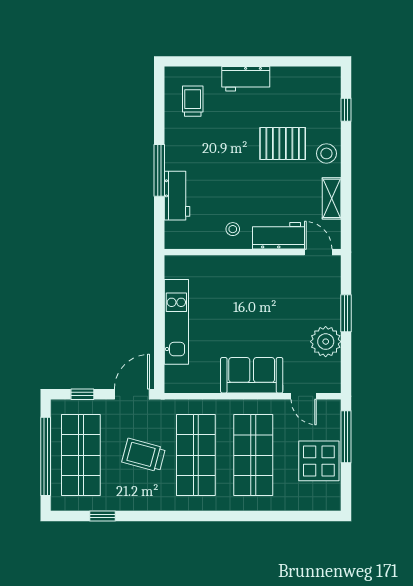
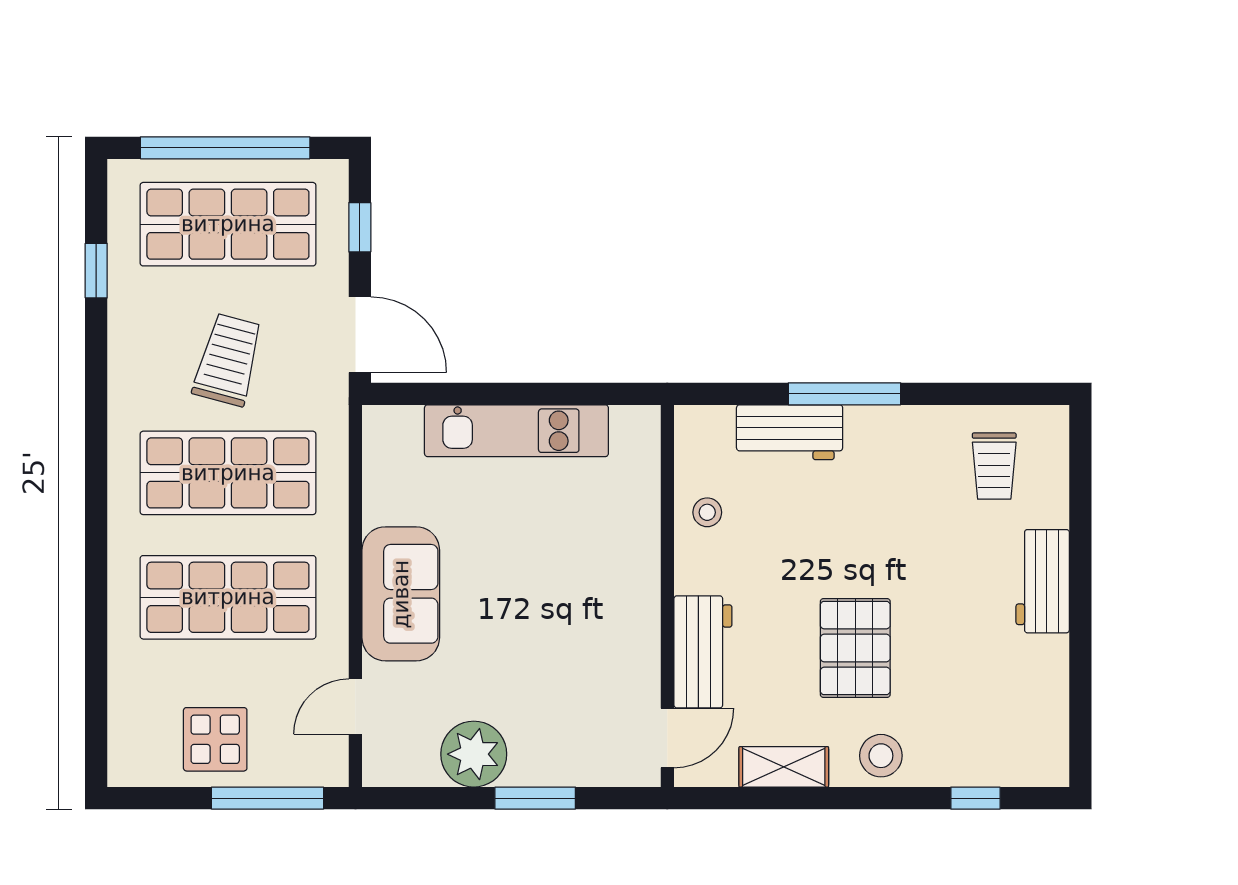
trolley: (193, 101) -> (994, 466), turned 90
pallet: (283, 143) -> (855, 648), moved
stool: (233, 229) -> (707, 512), moved
display table: (319, 461) -> (215, 739), width x0.73, depth x0.73

